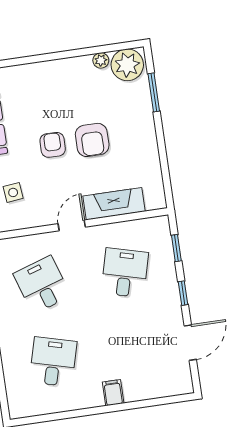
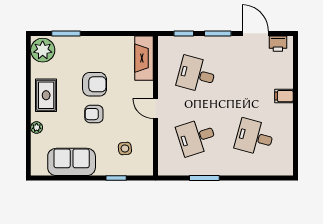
plant: (101, 60) -> (37, 128), moved
rug: (68, 78) -> (46, 95), added
fireplace: (114, 204) -> (144, 58), moved
window: (183, 293) -> (218, 33), width x1.50
printer: (181, 375) -> (278, 44), added

